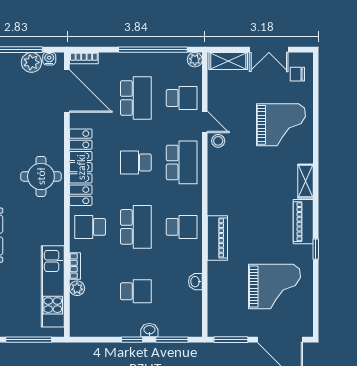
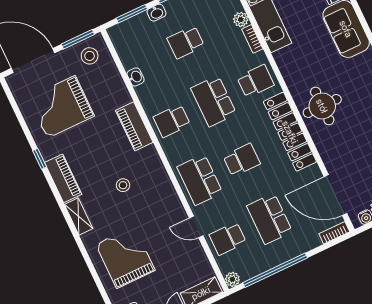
grand piano: (281, 125) -> (125, 257), turned 90
stool: (218, 141) -> (123, 185), moved
stool: (228, 320) -> (90, 56), added

